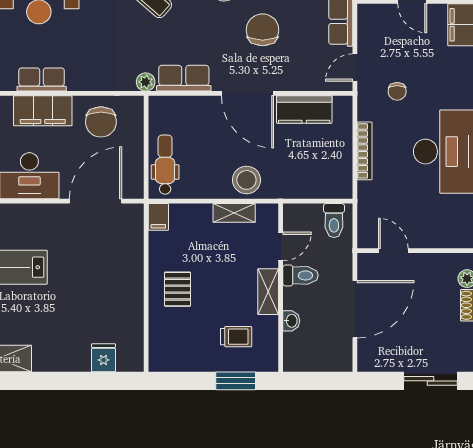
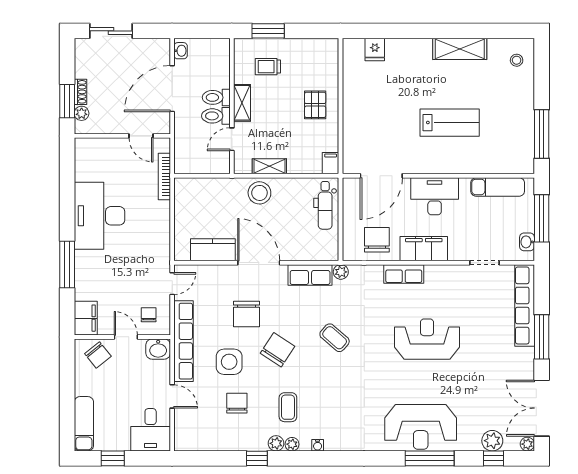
row of seats: (42, 79) -> (404, 274), moved
chair: (397, 91) -> (149, 315), moved
bookcase: (364, 151) -> (164, 176), moved
toilet: (334, 221) -> (216, 97), moved, turned -90
washbasin: (291, 321) -> (181, 51), moved, turned 180

